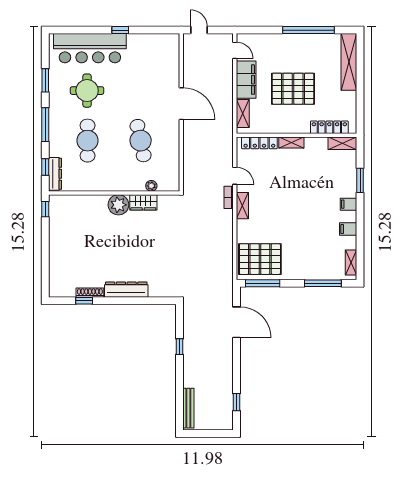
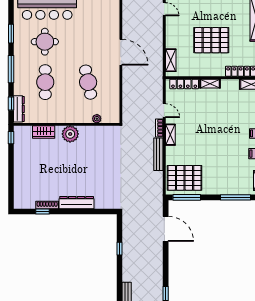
filing cabinet: (246, 80) -> (173, 33), removed
wardrobe: (143, 202) -> (44, 132), moved
bench: (228, 230) -> (158, 154), added

